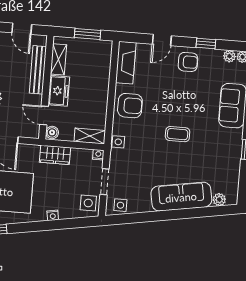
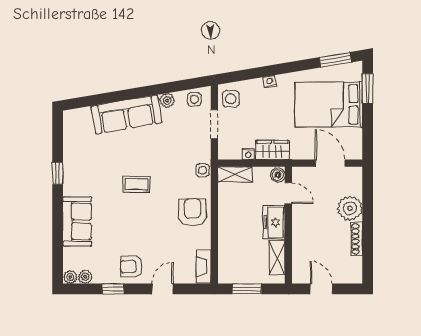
fireplace: (126, 63) -> (204, 266), width x0.73, depth x0.76
bench: (38, 70) -> (299, 244), removed
armchair: (130, 106) -> (193, 212), turned 89
nightstand: (98, 155) -> (248, 154), moved
plant: (219, 200) -> (167, 101), moved

